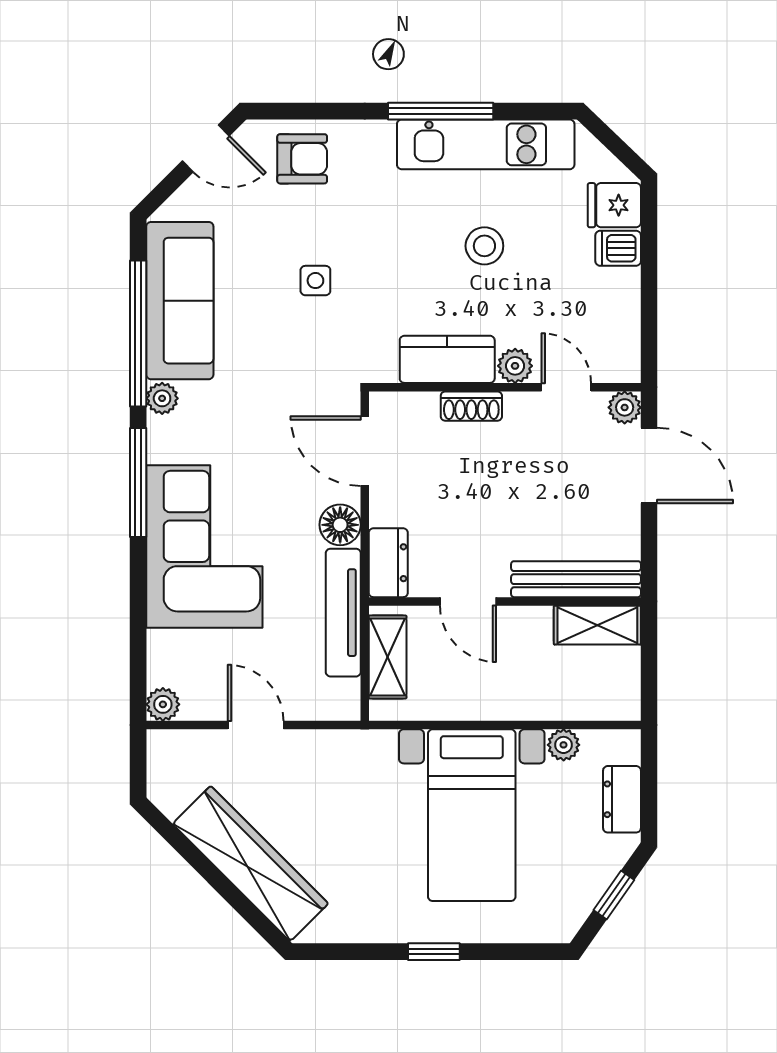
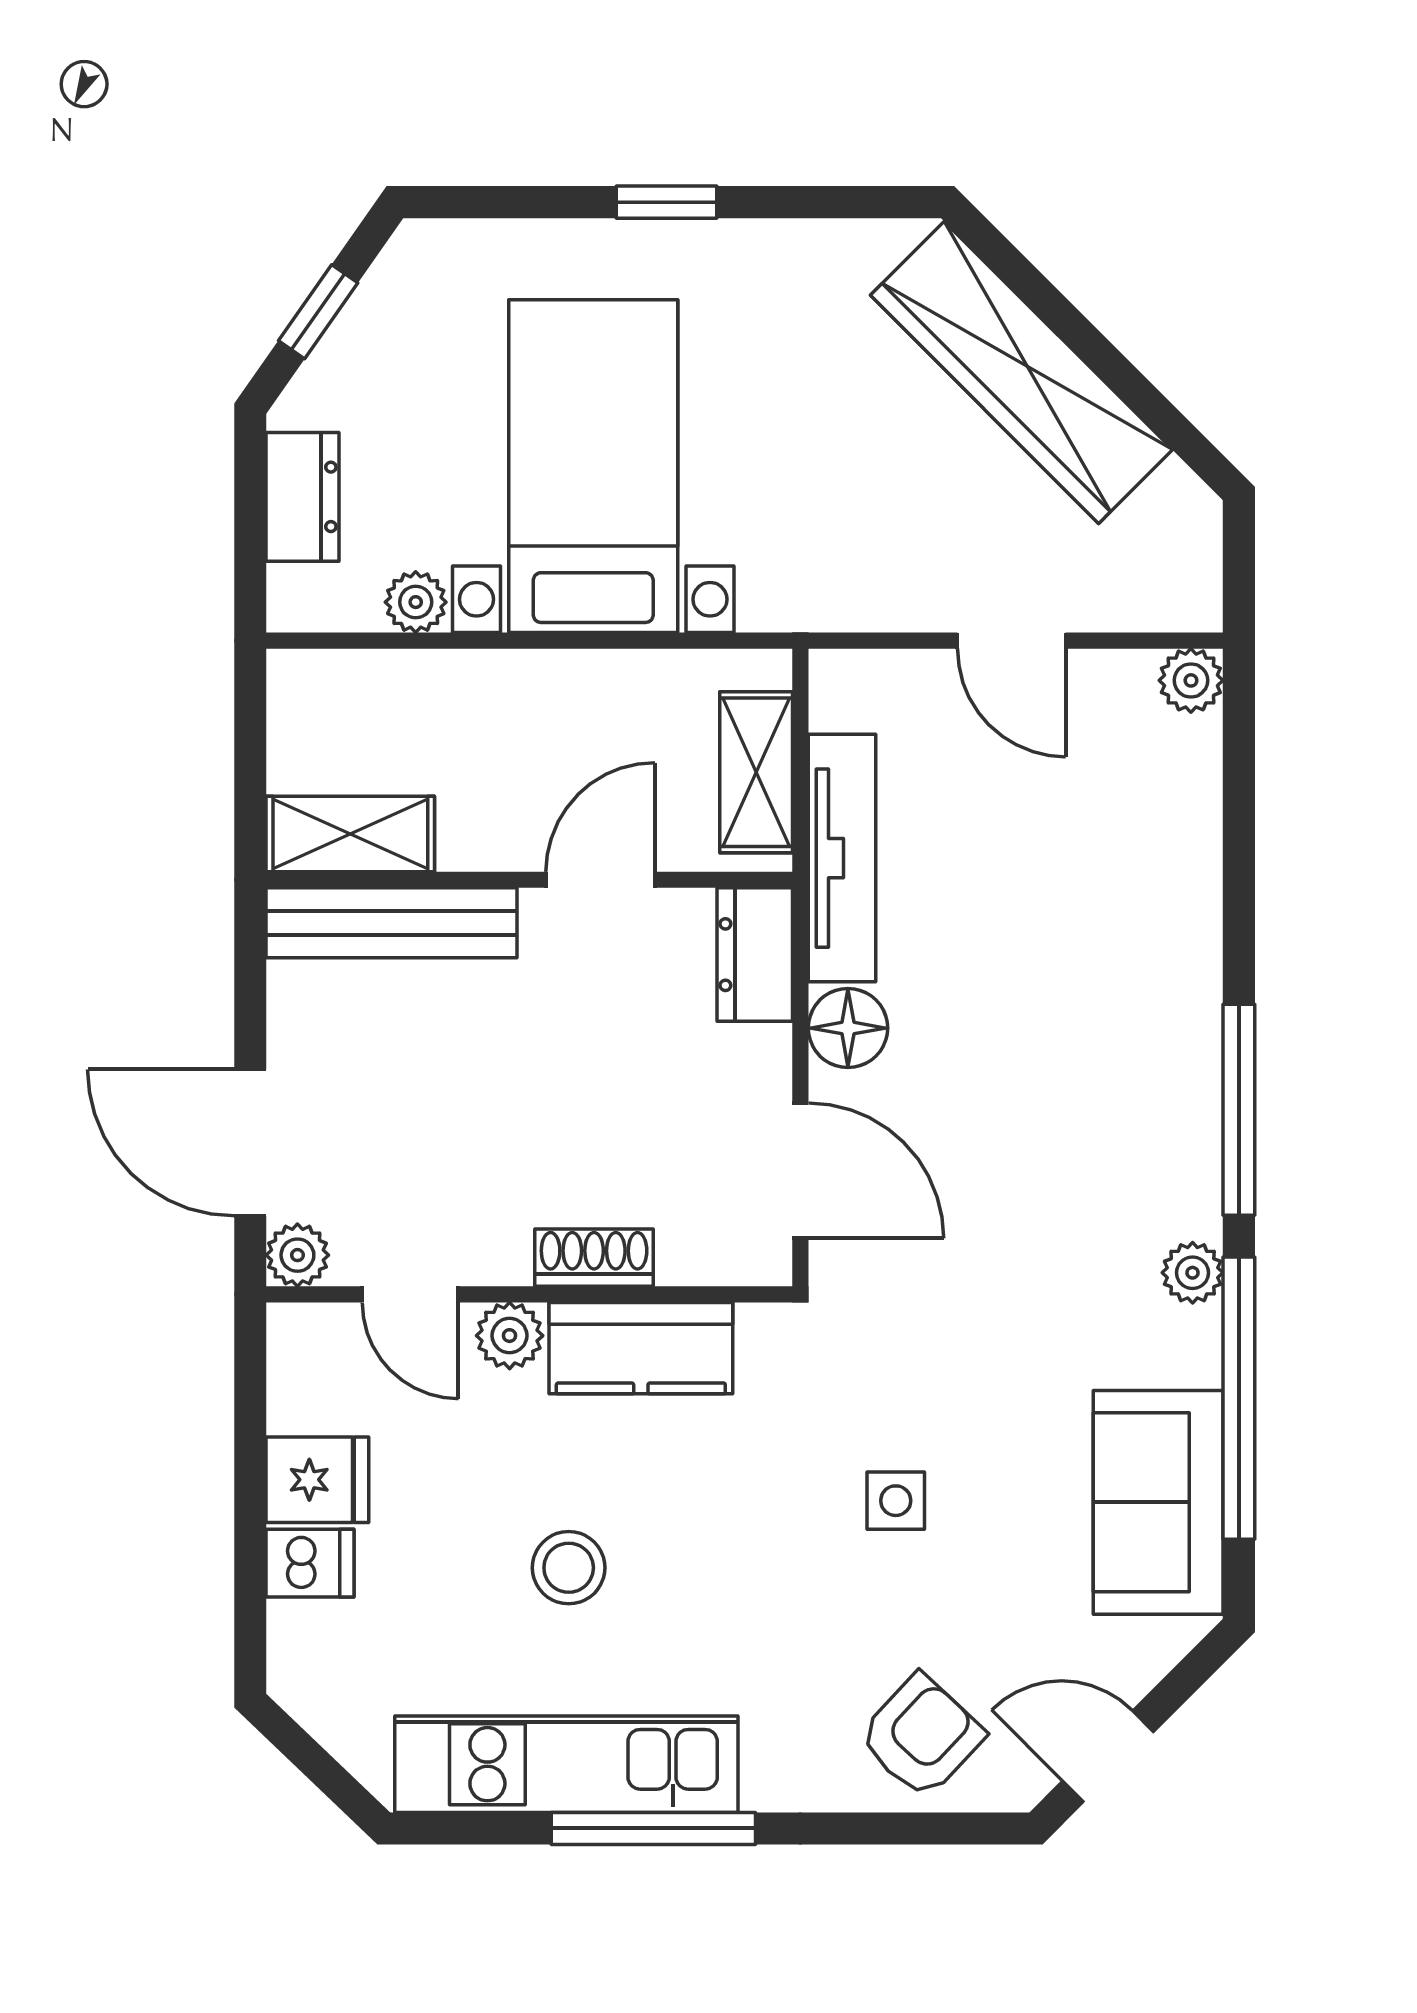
armchair: (302, 159) -> (921, 1736), turned 133
fridge: (614, 205) -> (317, 1480), moved
sofa: (180, 301) -> (1158, 1502), width x0.73
corner sofa: (204, 547) -> (1111, 986), removed
door: (468, 601) -> (601, 880), hinge flipped

